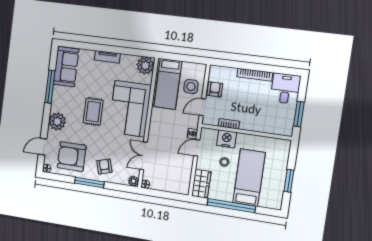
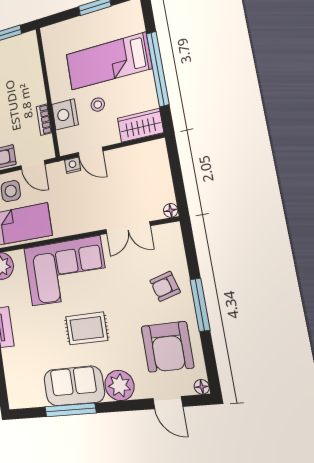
sofa: (66, 67) -> (74, 386), moved
plant: (133, 181) -> (172, 231), removed

